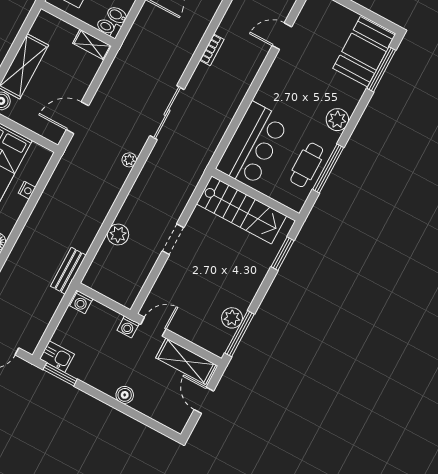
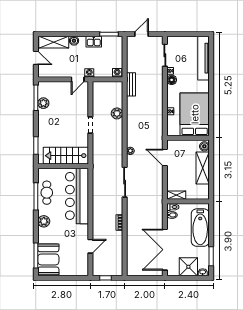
door: (77, 118) -> (165, 158), swing flipped
bar counter: (252, 145) -> (77, 196), width x1.36
kitchen sink: (57, 357) -> (94, 42), moved
shelving: (186, 361) -> (54, 42), moved

